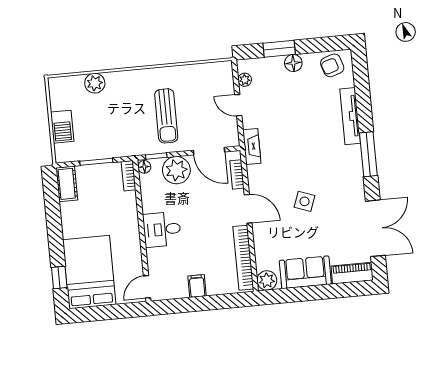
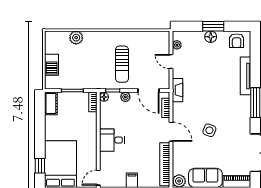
window: (279, 49) -> (213, 26), moved
armchair: (332, 65) -> (237, 41), turned -72
plant: (176, 170) -> (125, 97), width x0.53, depth x0.53

